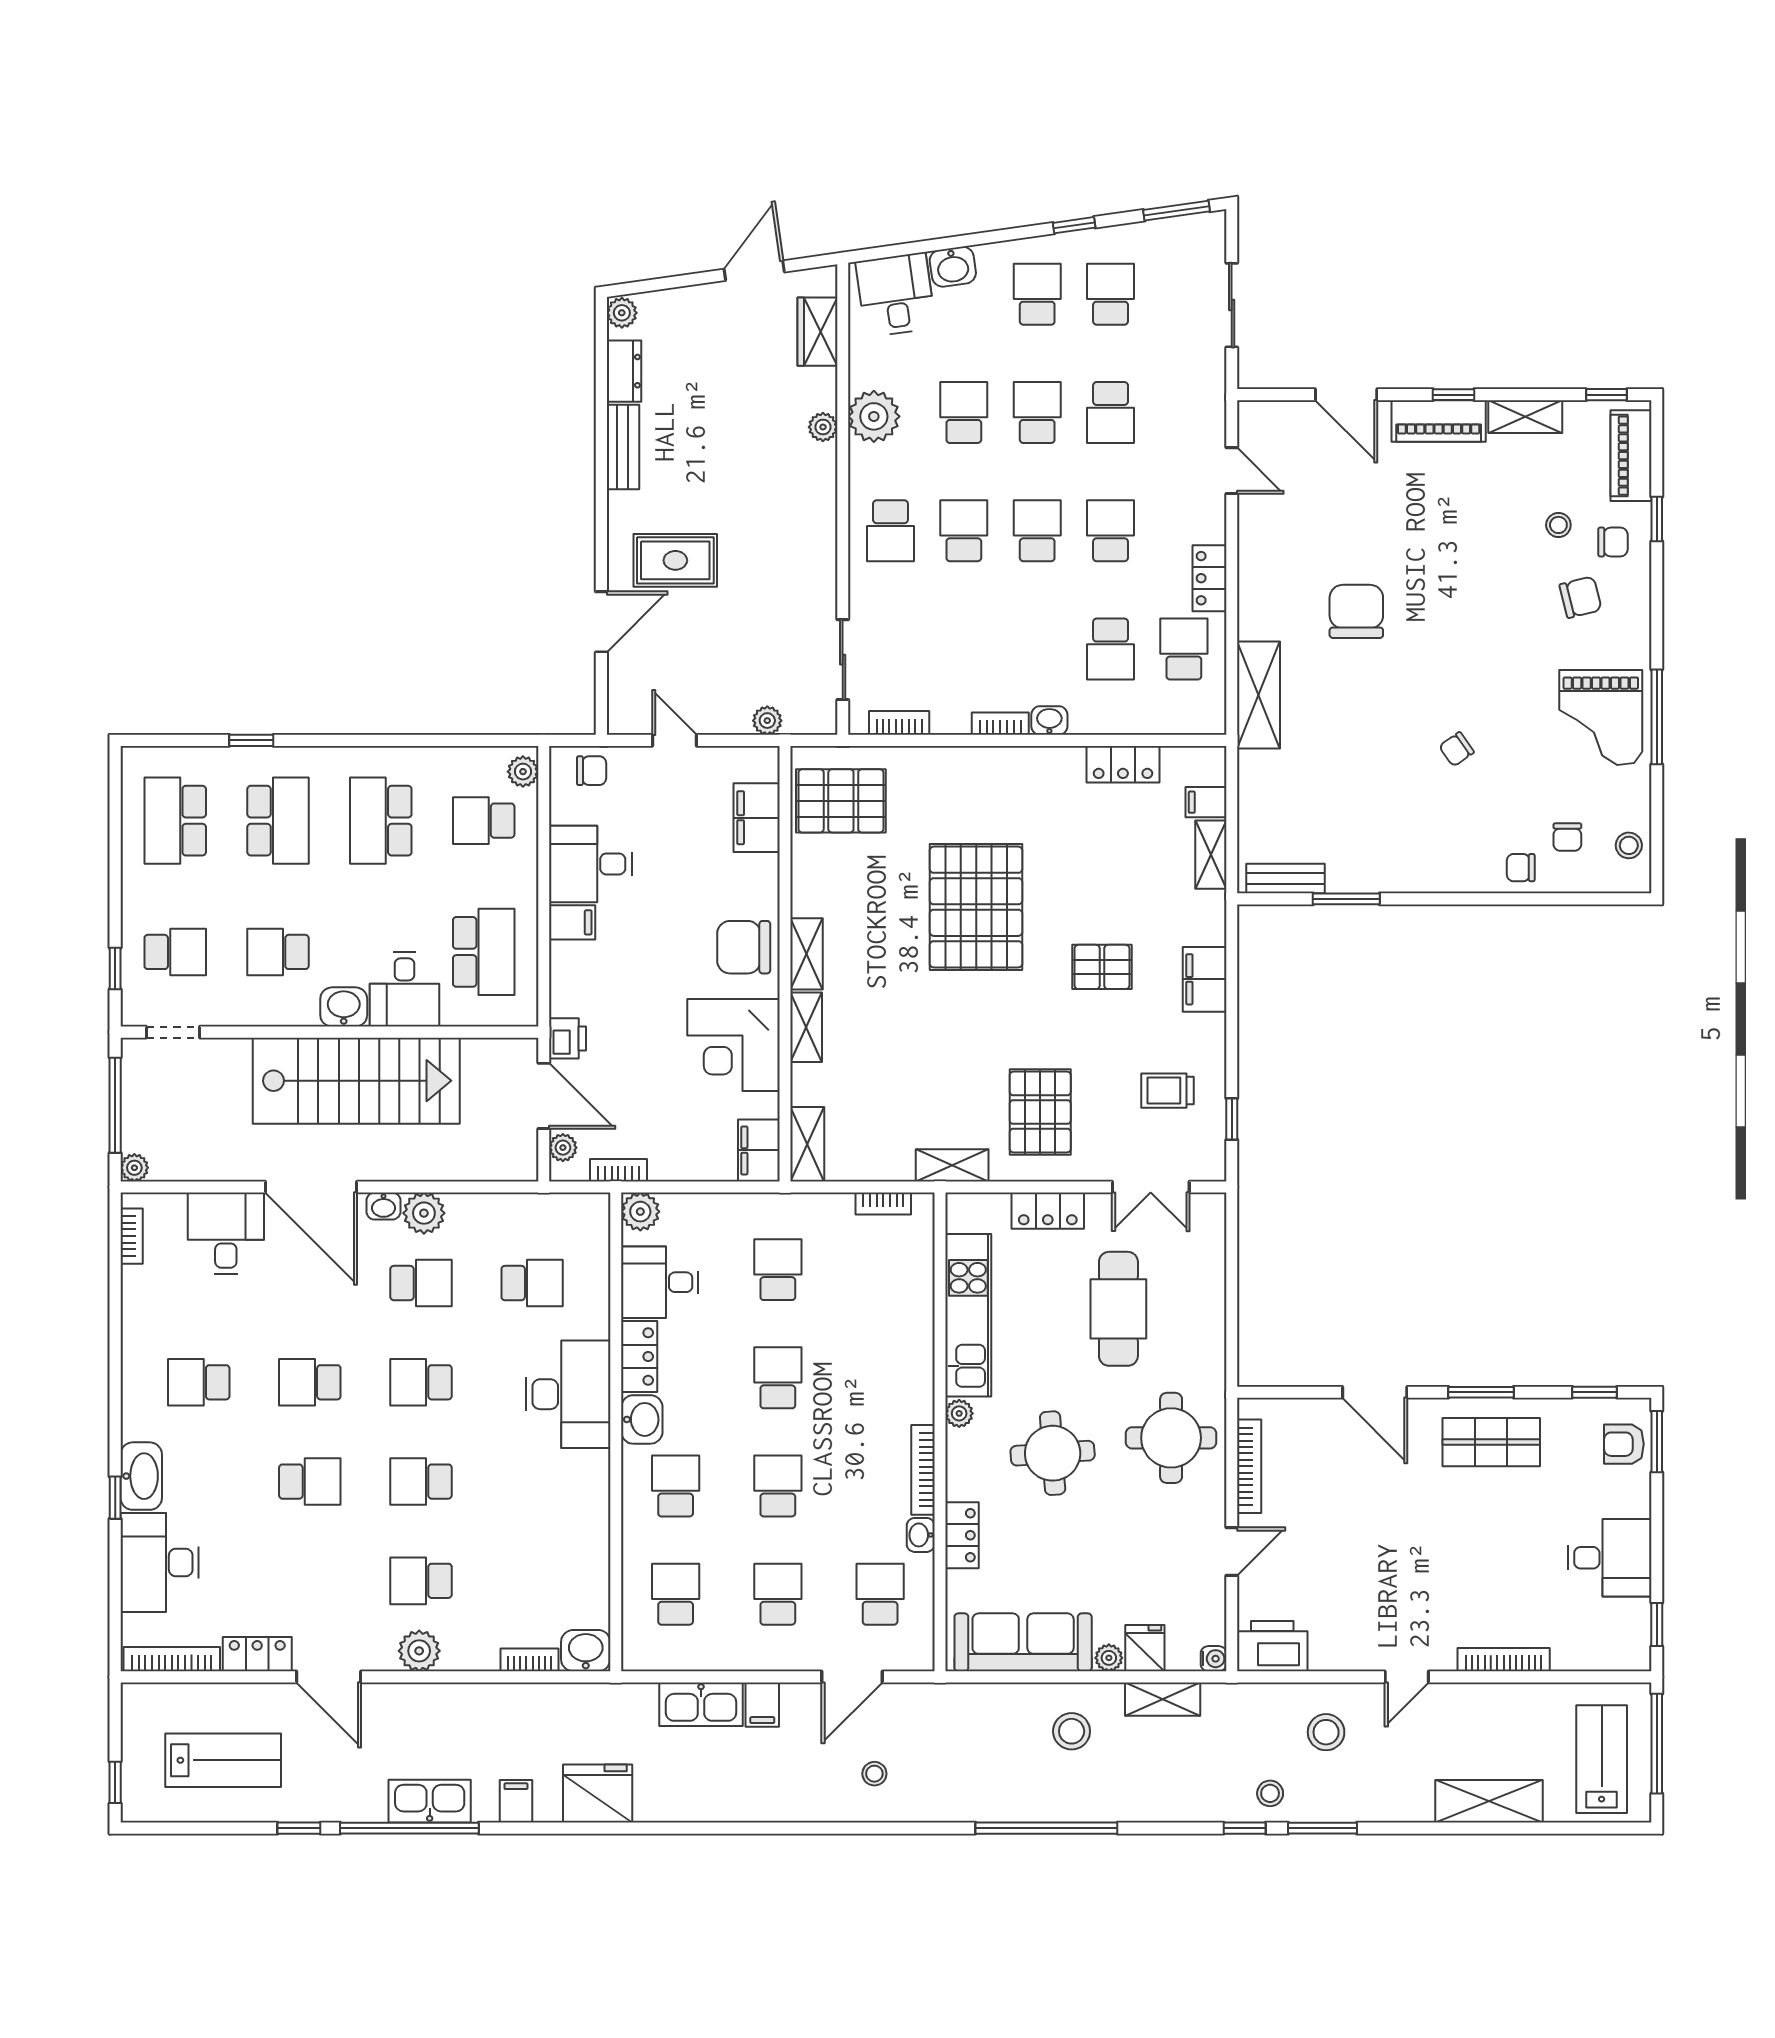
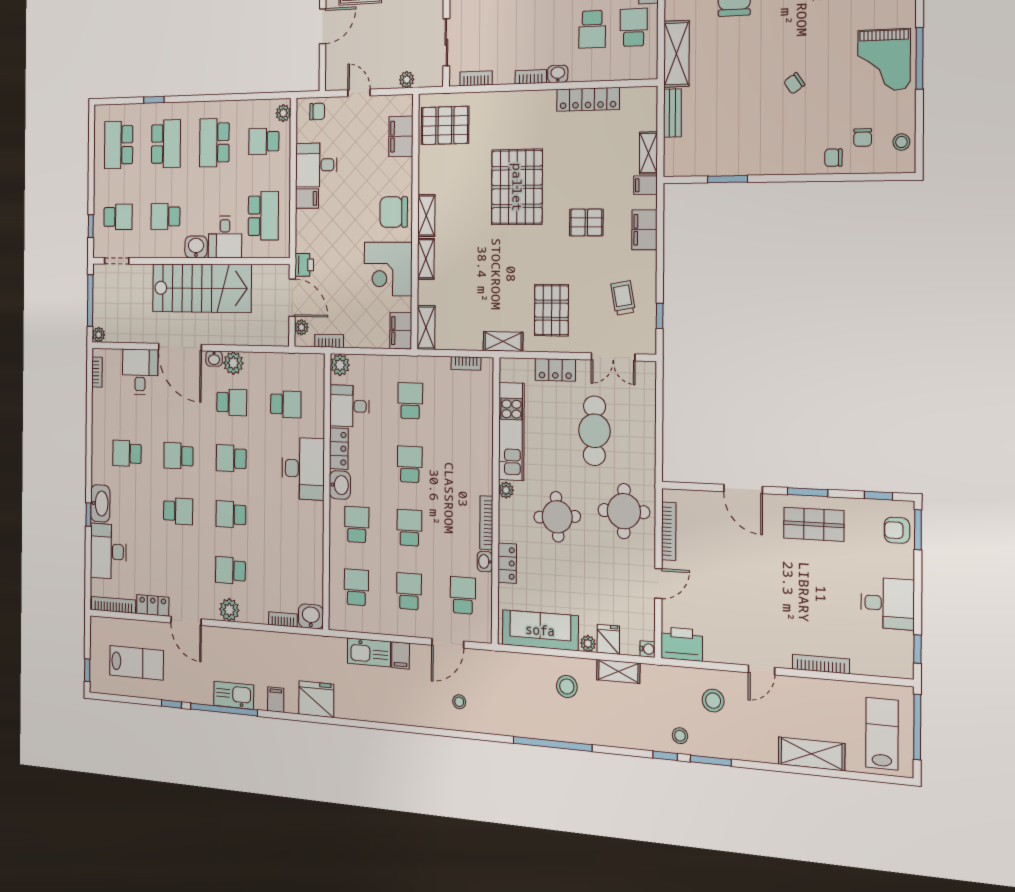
locker: (1123, 764) -> (588, 99), width x1.53
filing cabinet: (1206, 802) -> (645, 185), moved
bench: (1286, 879) -> (672, 113), moved, turned 90
trolley: (1168, 1091) -> (623, 298), turned 80

